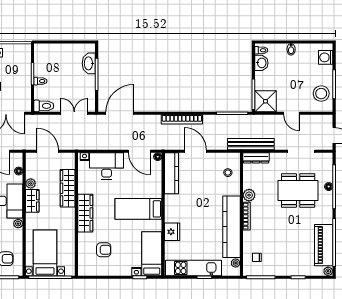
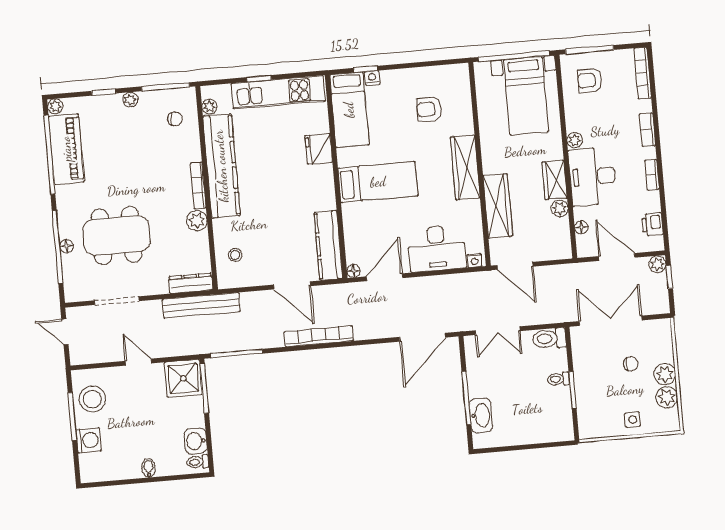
washing machine: (326, 57) -> (89, 440), moved
door: (48, 151) -> (515, 266), moved
door: (139, 151) -> (385, 277), hinge flipped
plant: (283, 271) -> (130, 100), added

